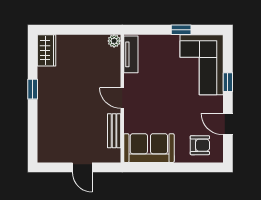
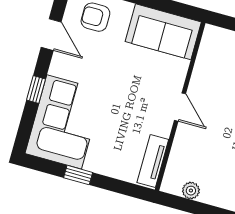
plant: (114, 41) -> (191, 191), moved
bench: (114, 131) -> (202, 67), removed

